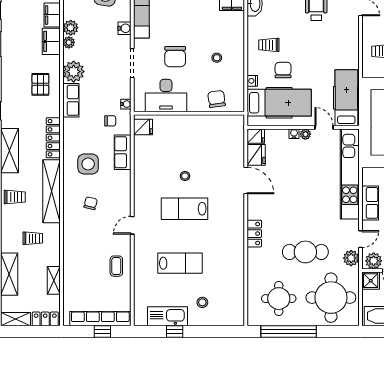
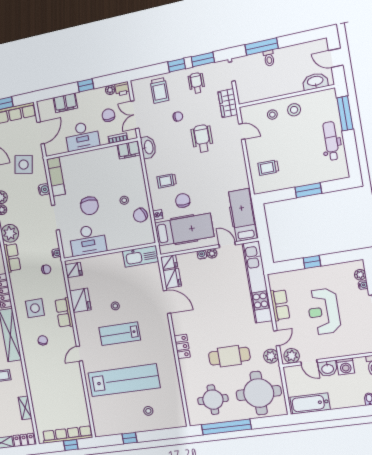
chair: (217, 99) -> (140, 215), moved, turned -106
row of seats: (123, 152) -> (64, 313), moved
fridge: (145, 163) -> (80, 300), added
lab bench: (180, 263) -> (124, 380), width x1.86, depth x1.39
coffee table: (116, 266) -> (72, 390), removed
shower: (371, 281) -> (292, 374), removed
kitchen sink: (167, 316) -> (141, 256), moved, turned 180

